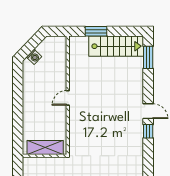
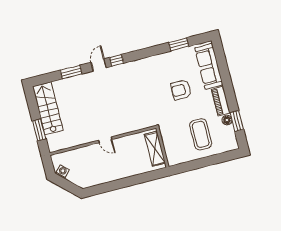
washing machine: (34, 57) -> (62, 172), moved
window: (148, 57) -> (71, 72), moved

